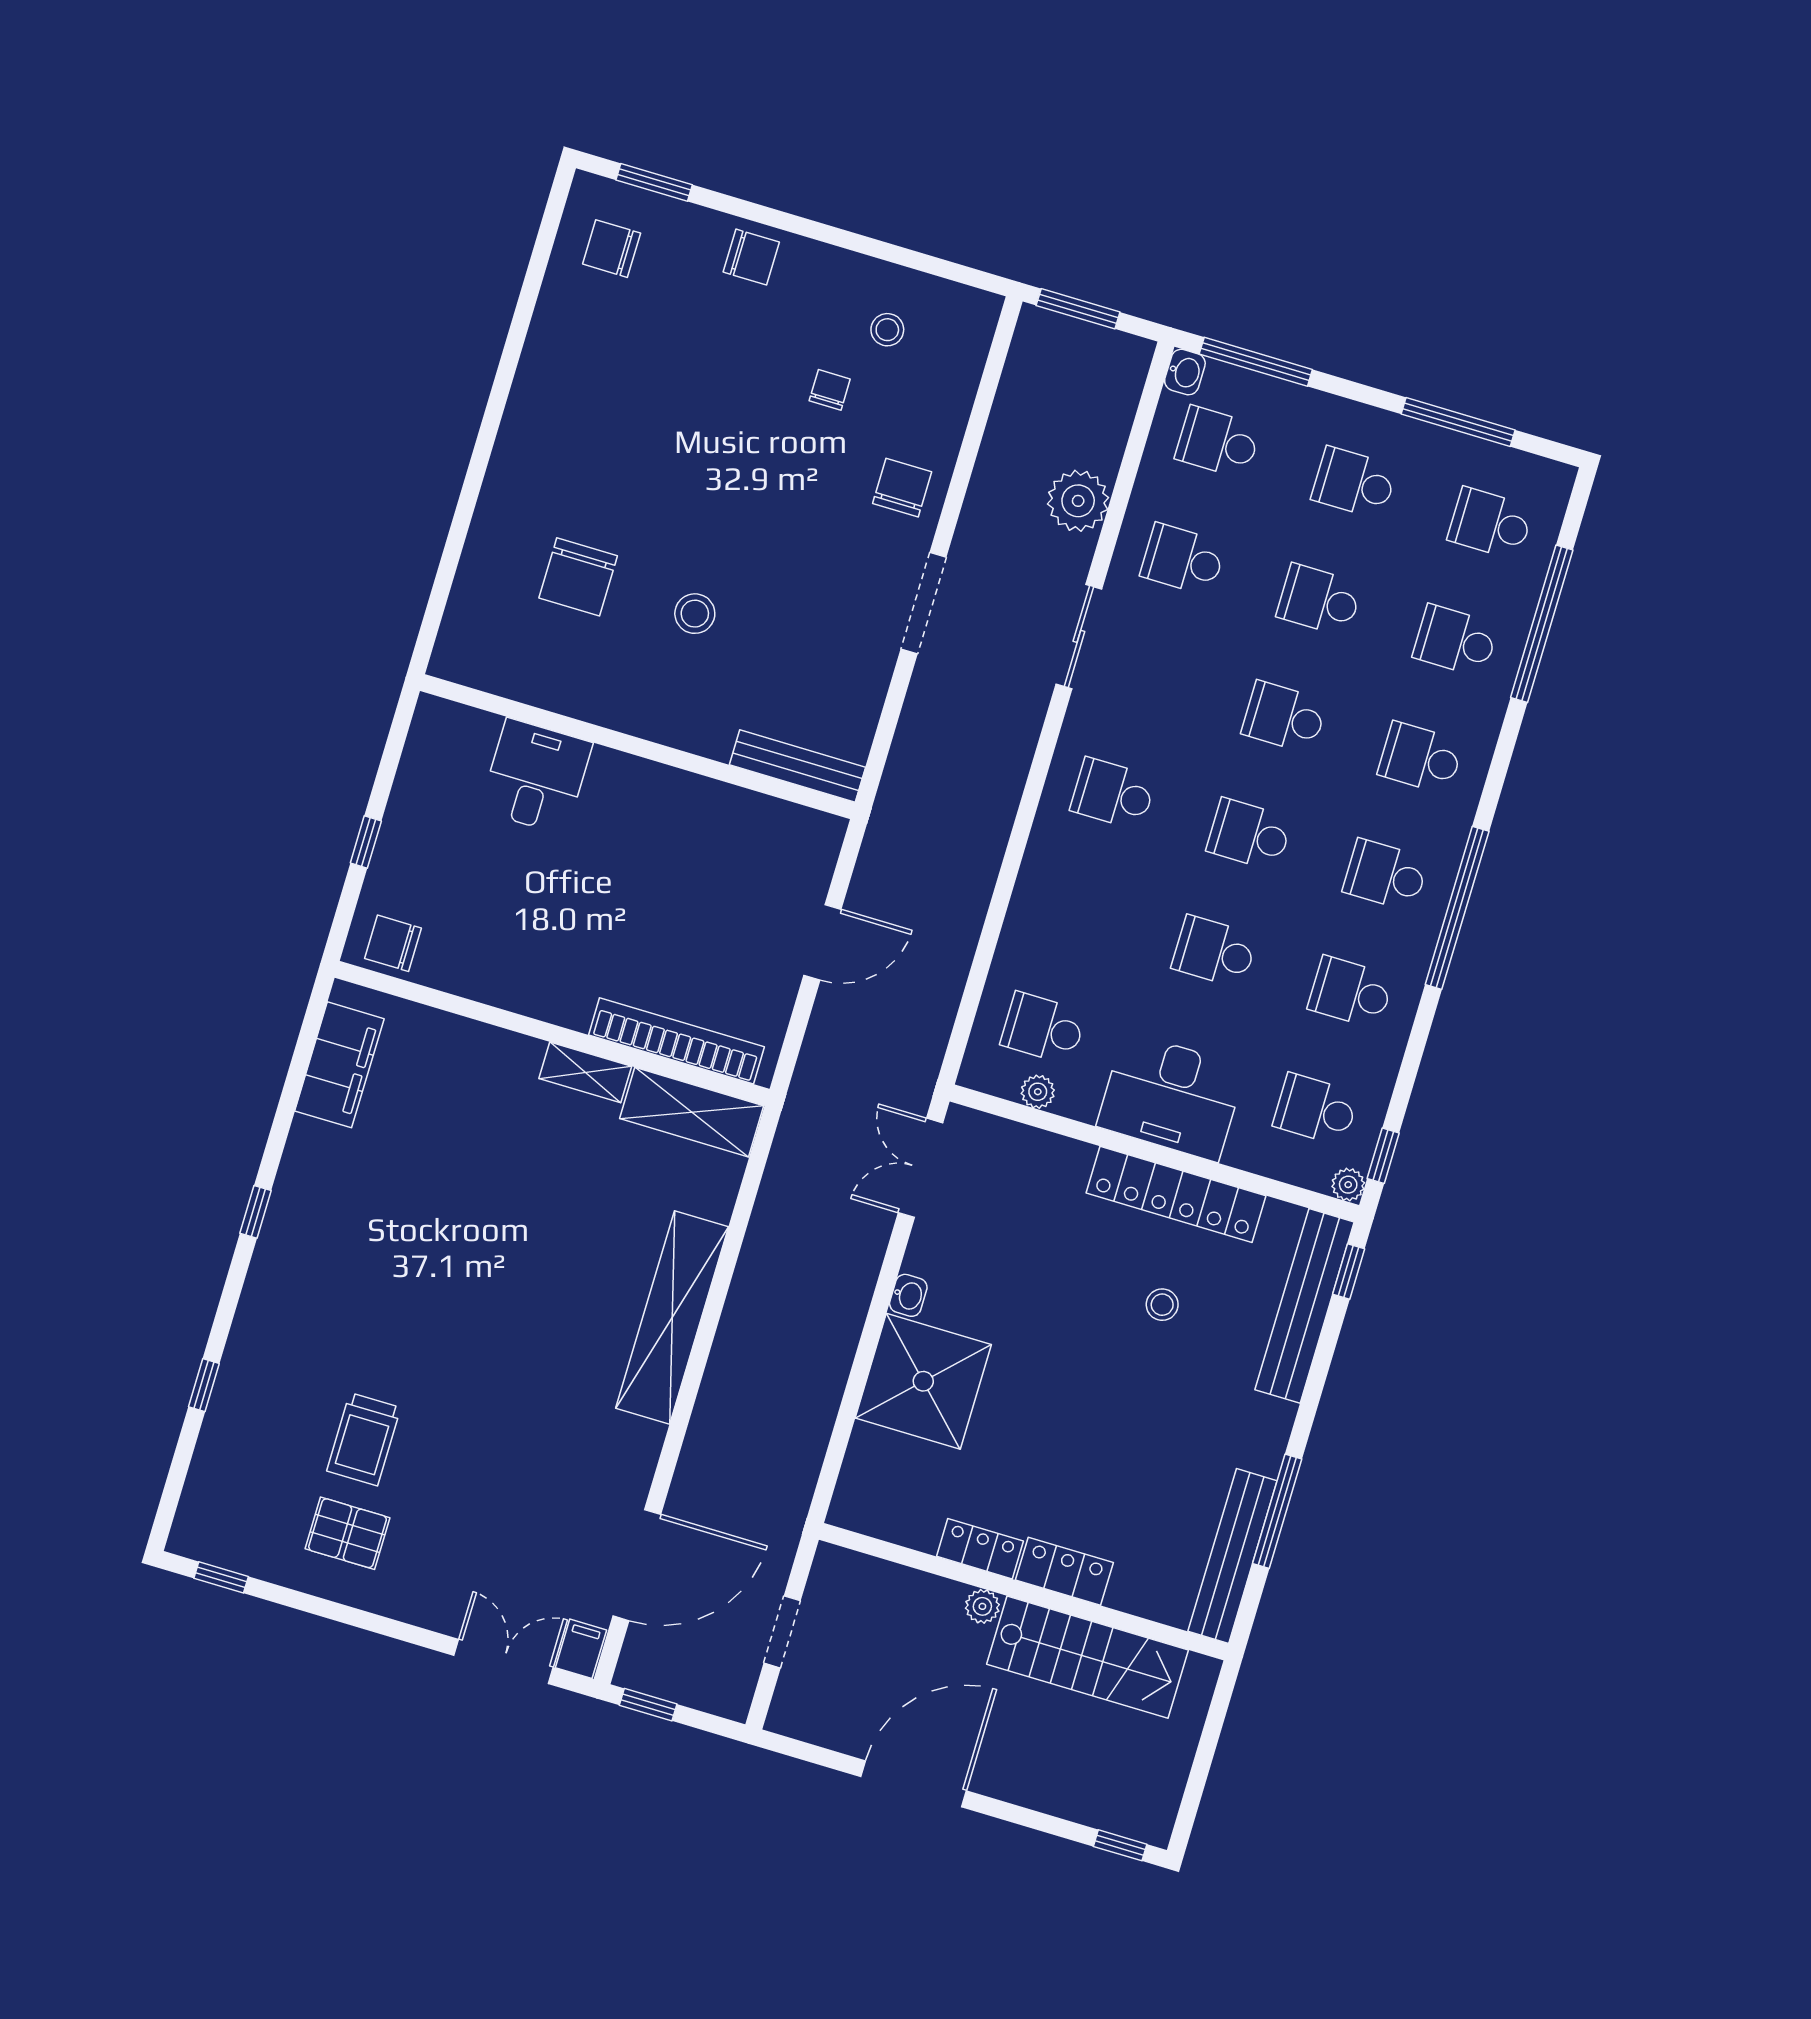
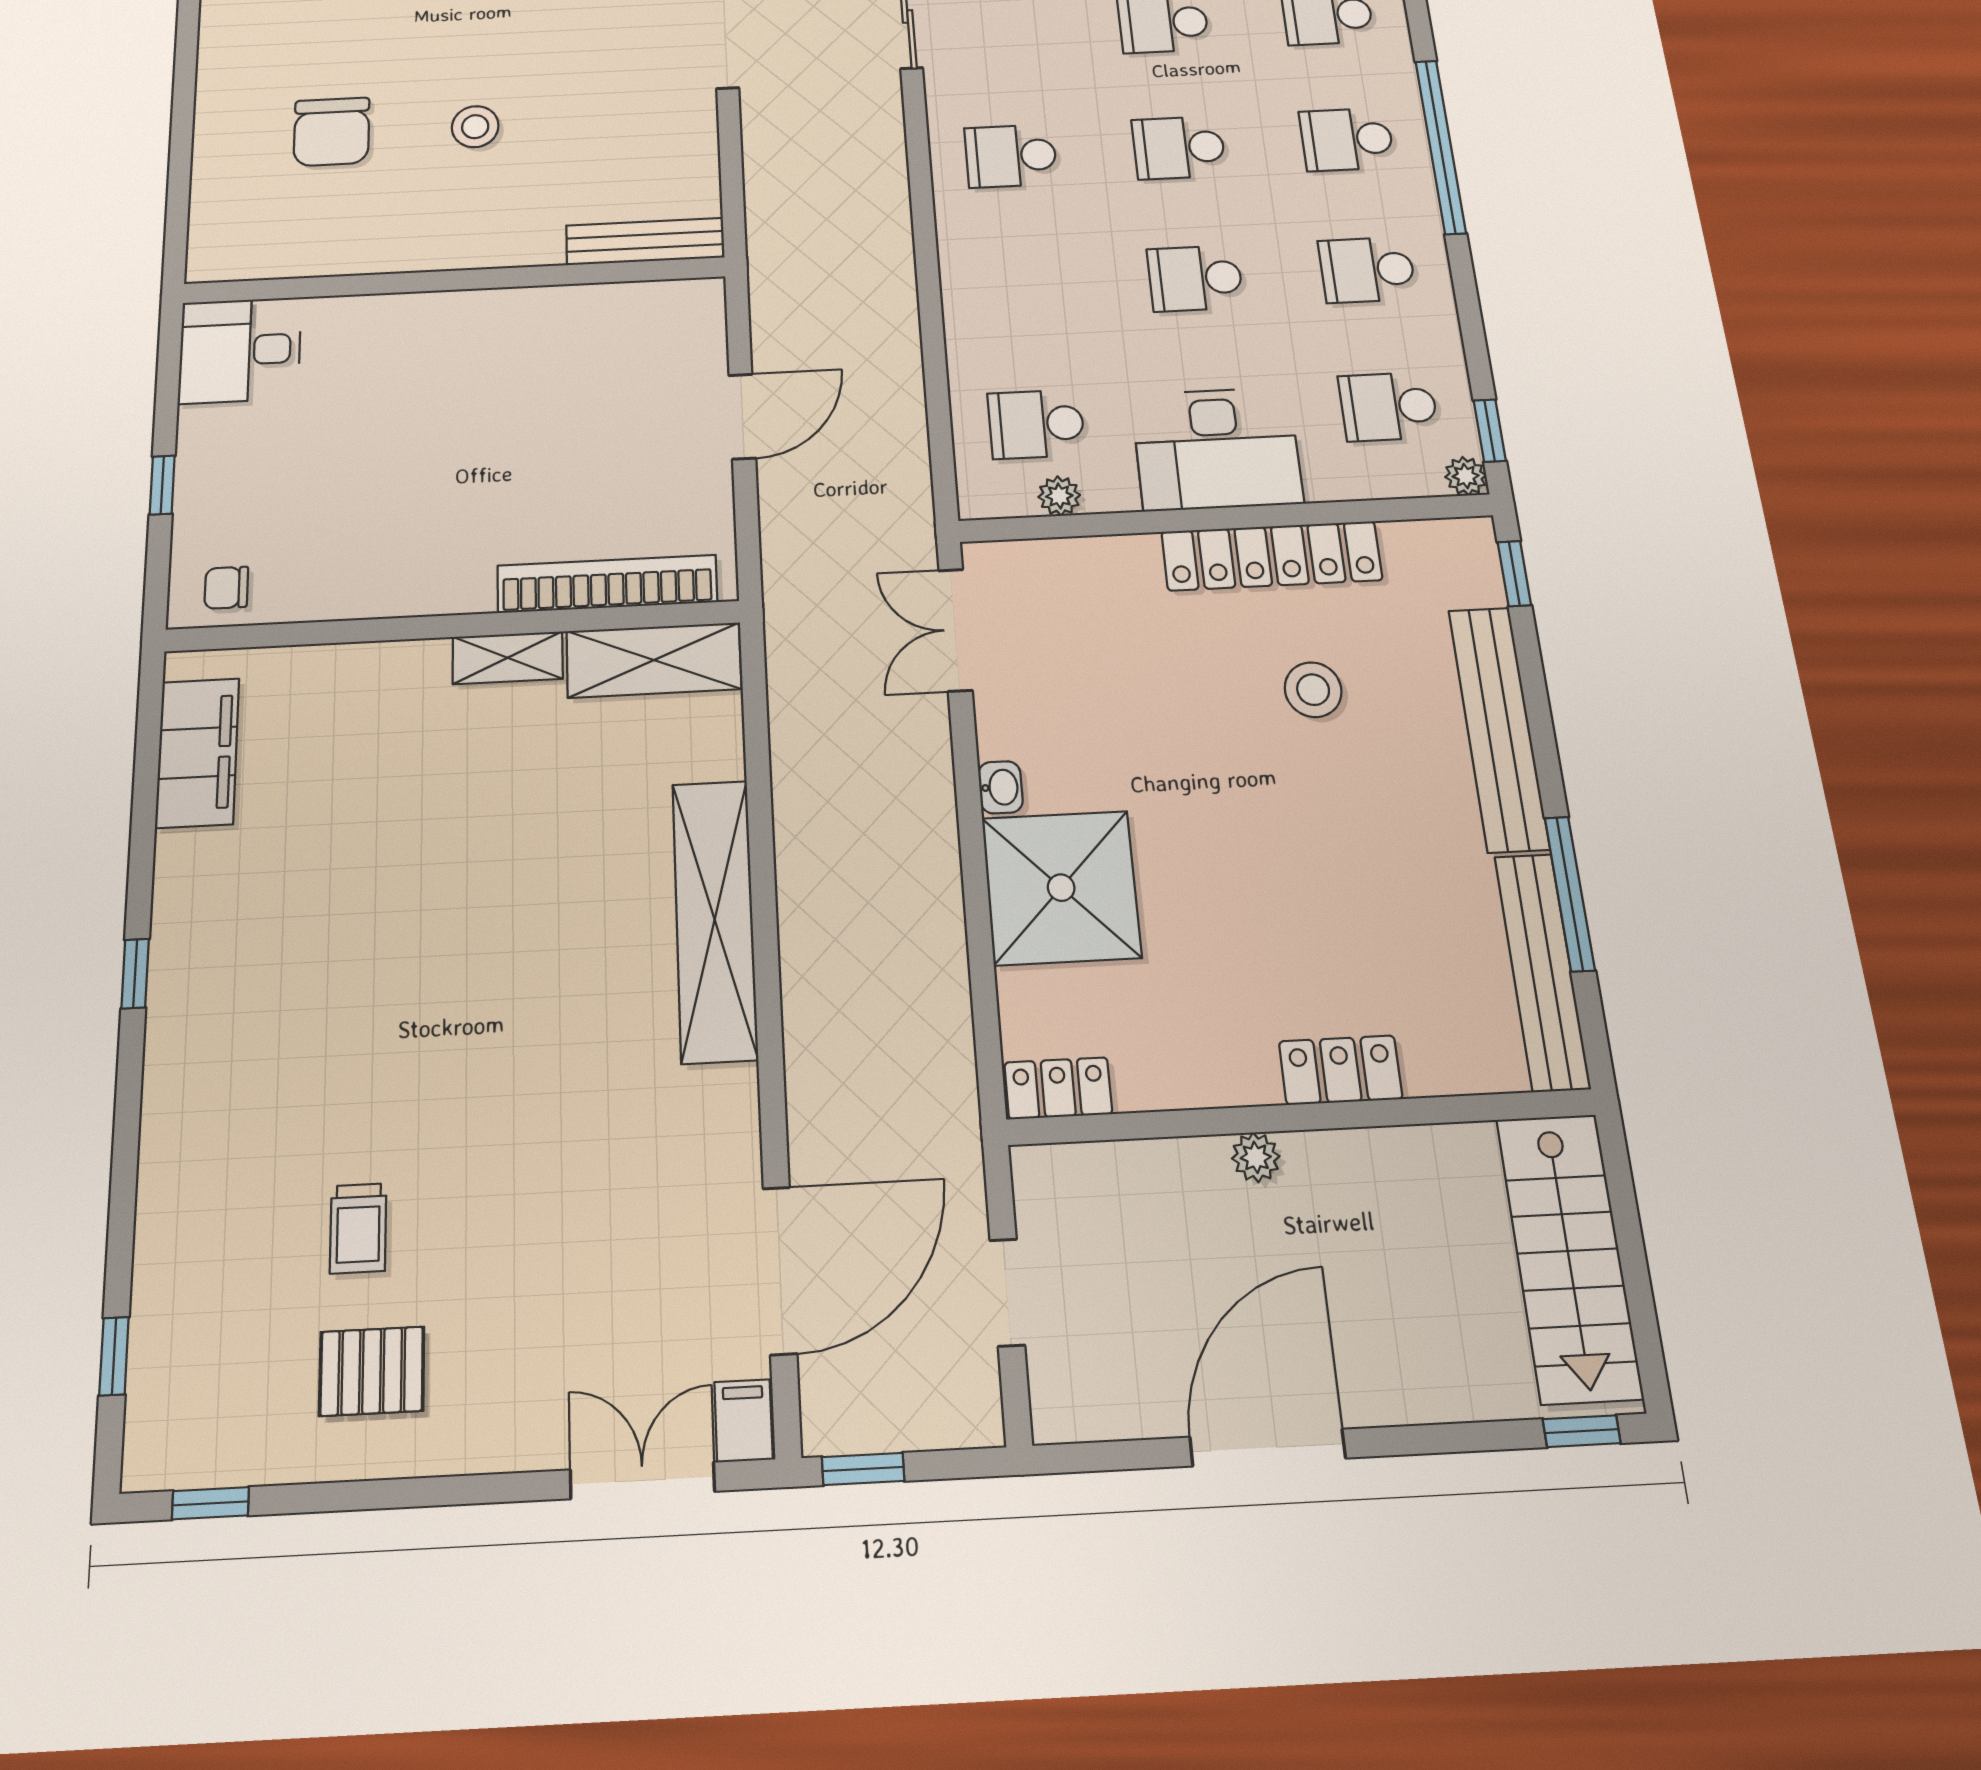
desk: (536, 777) -> (240, 350), moved, turned -90
chair: (393, 943) -> (226, 588), width x0.73, depth x0.73
stool: (1162, 1305) -> (1313, 690), width x1.37, depth x1.37
bench: (1305, 1306) -> (1498, 728), moved
window: (204, 1385) -> (114, 1356), moved
trolley: (364, 1439) -> (358, 1228), width x0.73, depth x0.72
locker: (980, 1549) -> (1058, 1088), moved
stairs: (1087, 1657) -> (1569, 1257), moved, turned 90

